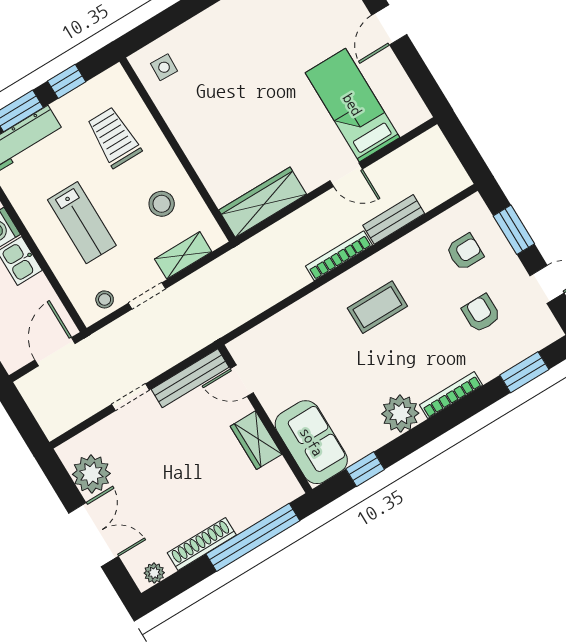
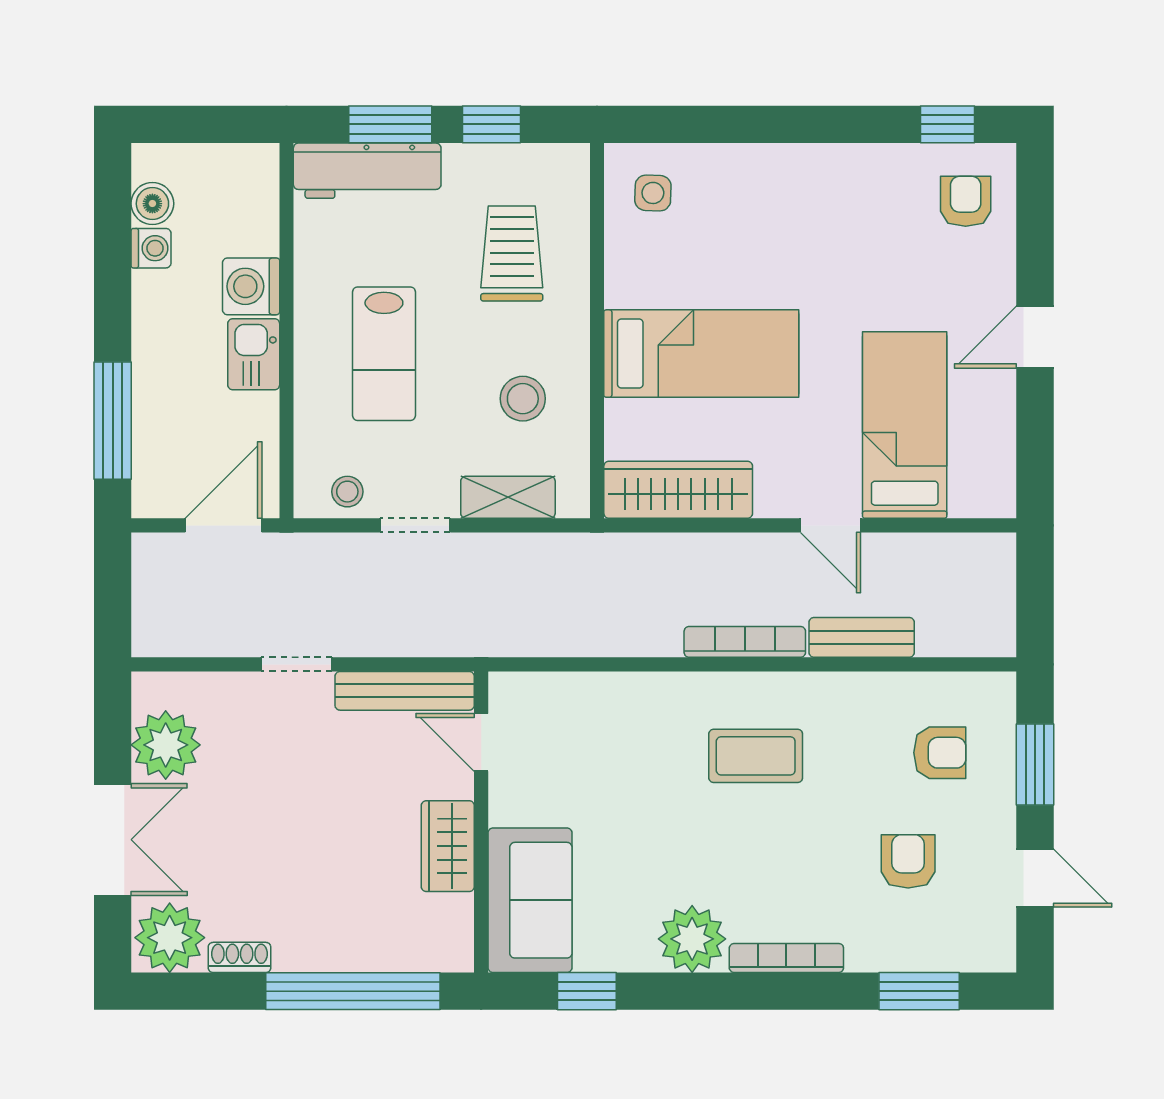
bed: (234, 130) -> (701, 354), added
shoe rack: (202, 544) -> (239, 957), width x0.51, depth x0.81
plant: (154, 573) -> (170, 938), width x1.88, depth x1.88

